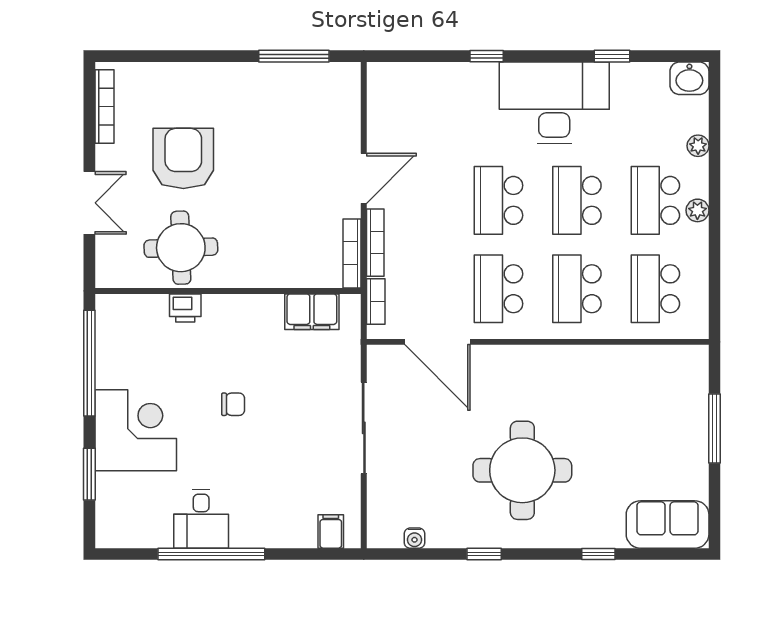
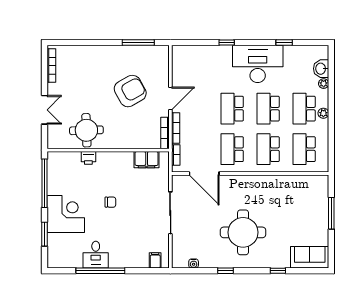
washbasin: (689, 78) -> (321, 69), moved, turned 90
armchair: (183, 158) -> (130, 91), moved, turned 61

